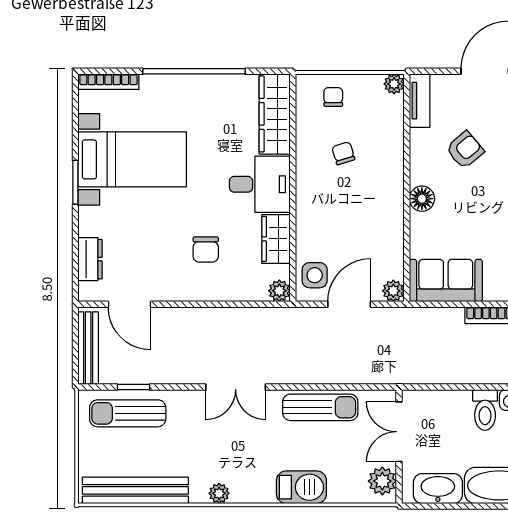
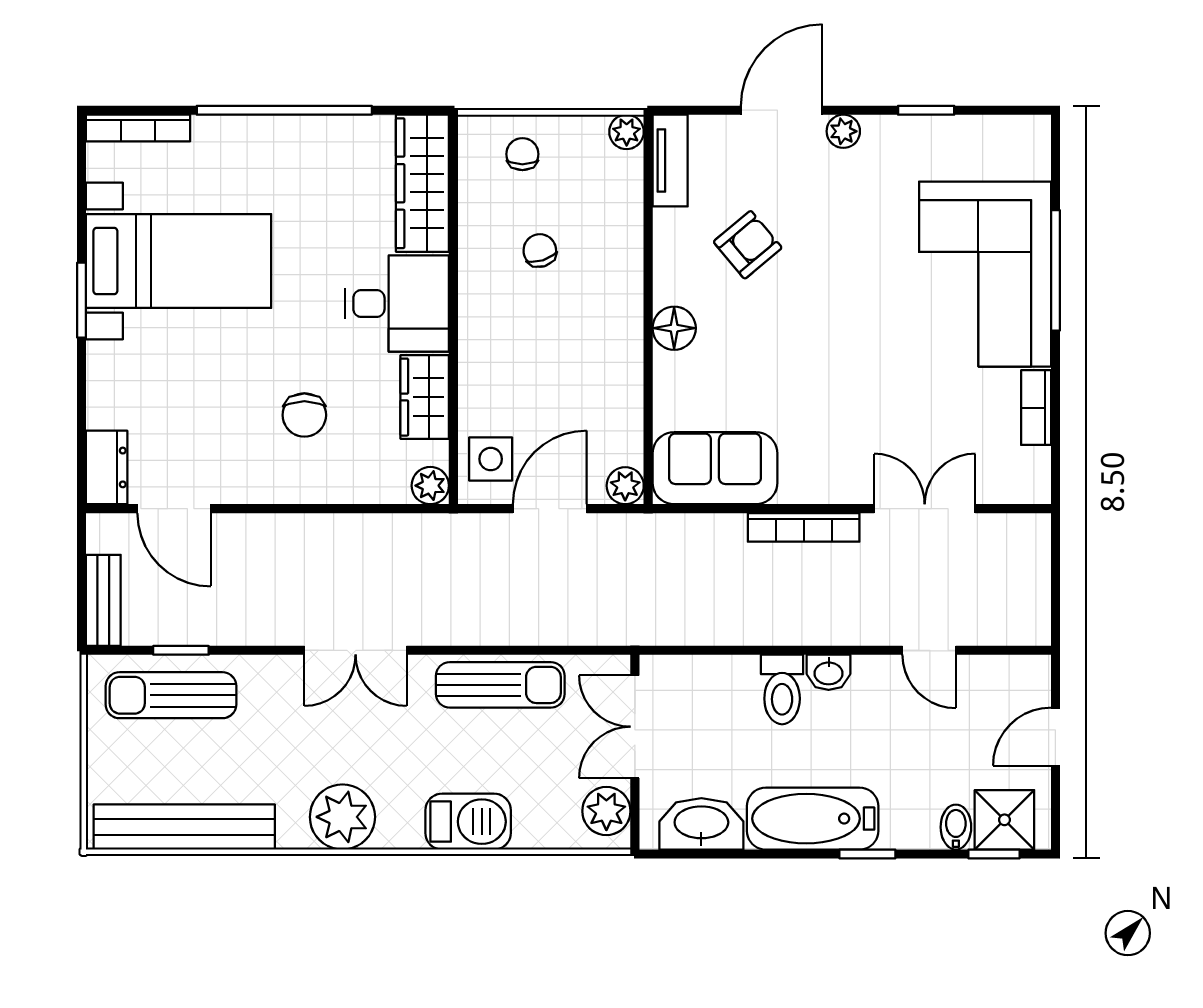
dresser: (90, 259) -> (107, 467), moved
bench: (88, 348) -> (103, 600), width x0.73
plant: (219, 493) -> (342, 817), width x1.87, depth x1.87

